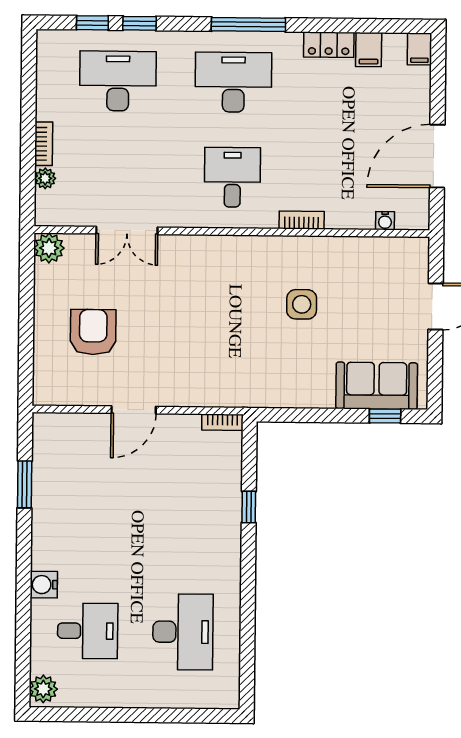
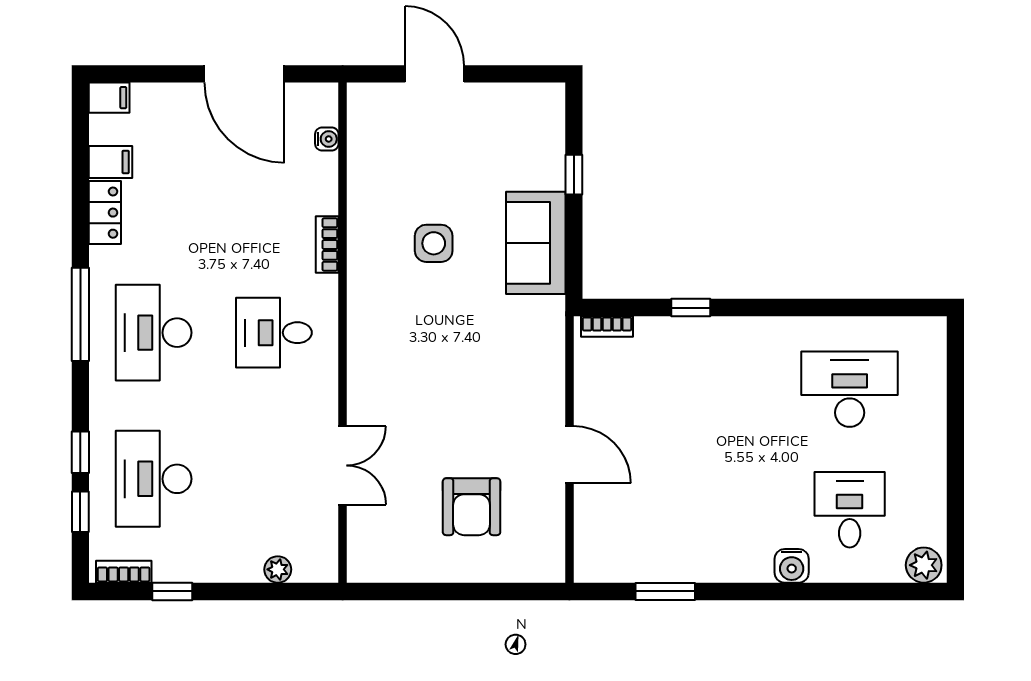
window: (29, 95) -> (172, 591), added
bookcase: (44, 144) -> (124, 572), moved
plant: (49, 248) -> (366, 564), removed
armchair: (93, 332) -> (472, 507), turned -90
sofa: (377, 386) -> (536, 243), moved
window: (385, 416) -> (574, 175), moved
bookcase: (222, 422) -> (607, 327), moved, turned 90

